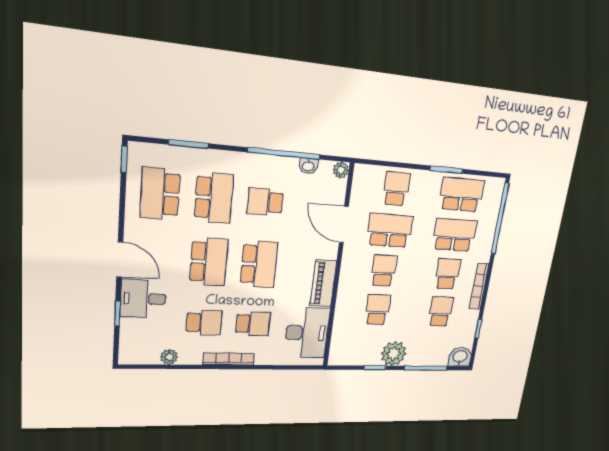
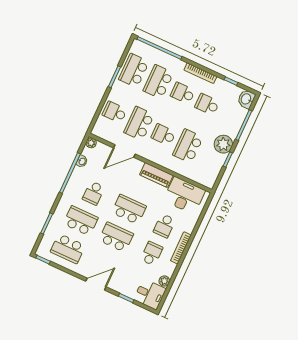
desk: (143, 299) -> (150, 294), moved, turned -90
school desk: (378, 310) -> (188, 146), width x1.85
school desk: (253, 324) -> (164, 226), turned 180

